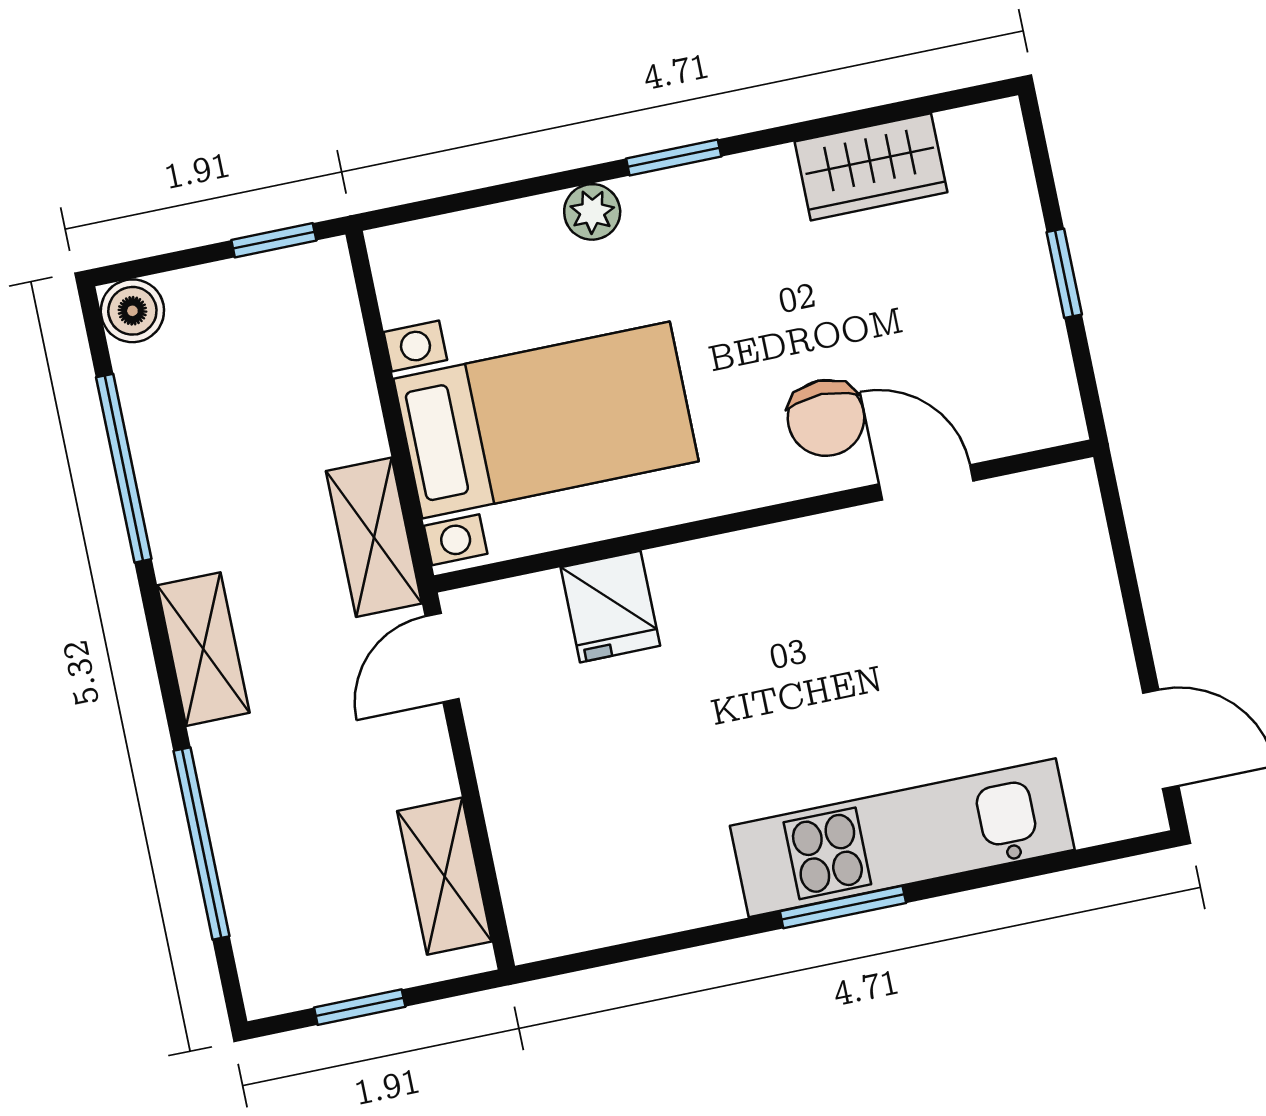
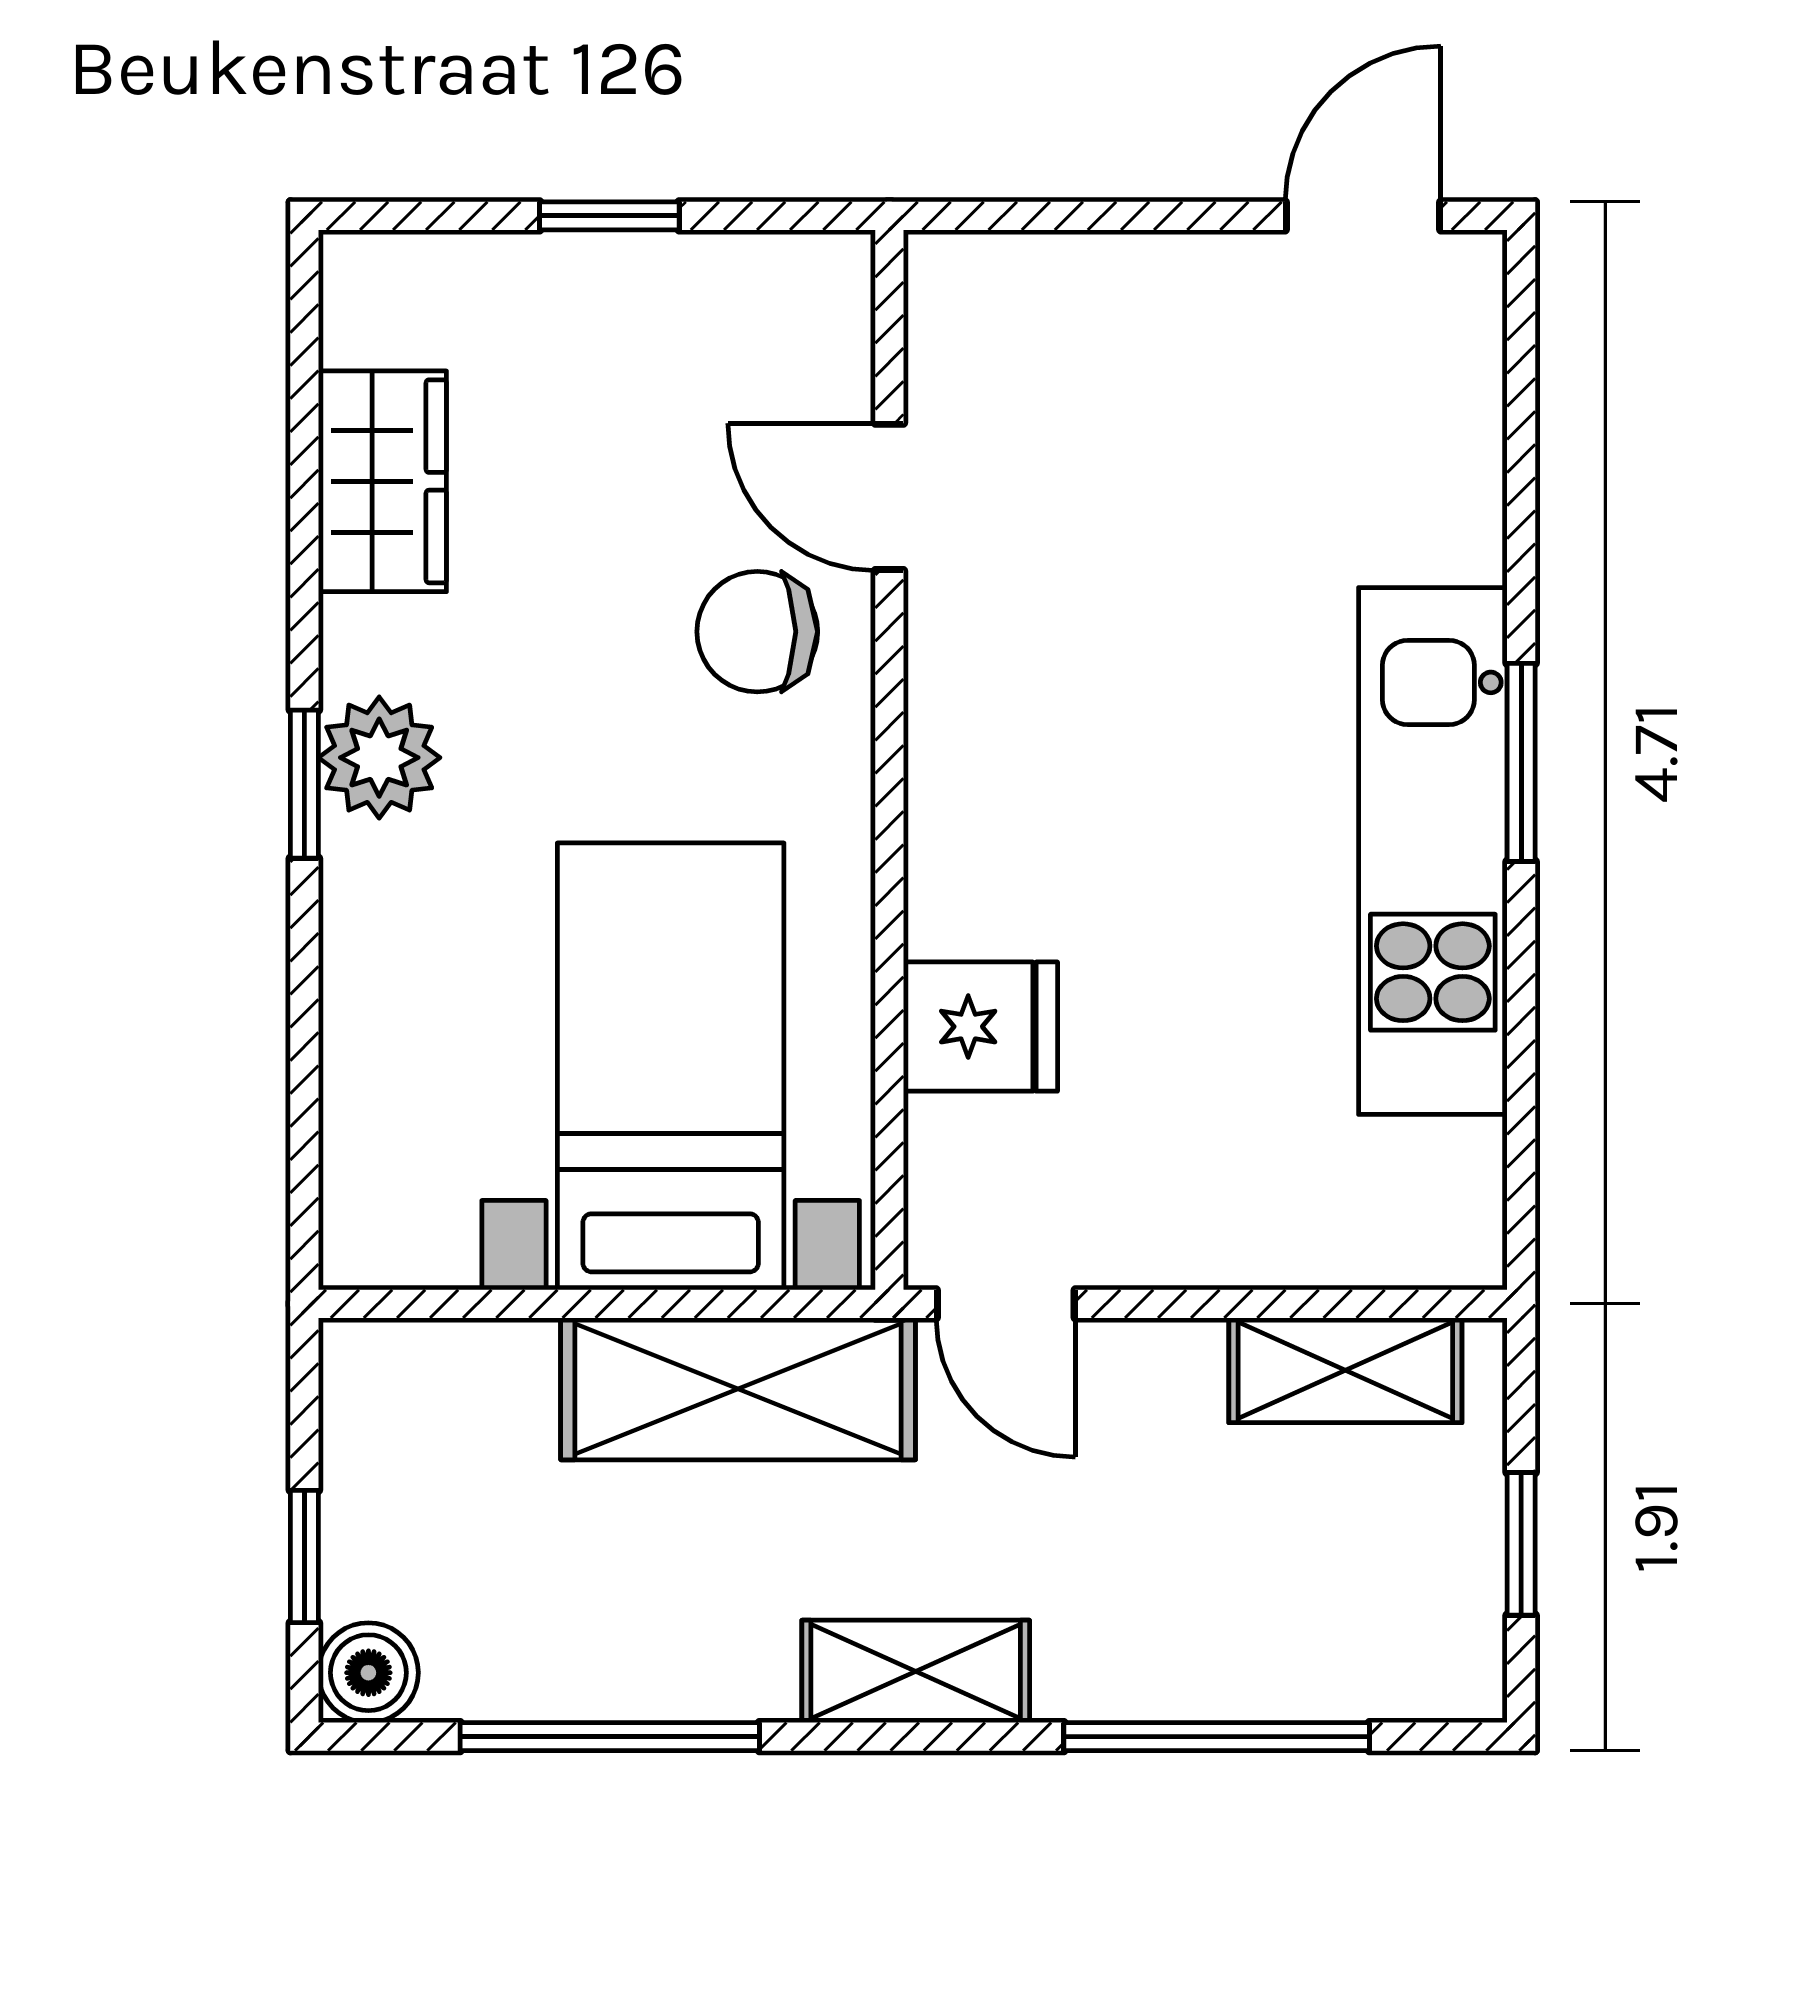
plant: (592, 212) -> (379, 758), moved, width x1.38, depth x1.38
window: (274, 240) -> (304, 1557), moved
chair: (826, 418) -> (757, 632), turned 180
door: (926, 482) -> (889, 497), hinge flipped
shelving: (374, 537) -> (738, 1389), width x1.50, depth x1.33
kitchen unit: (902, 838) -> (1433, 851), moved

